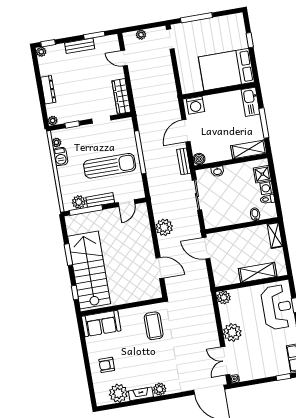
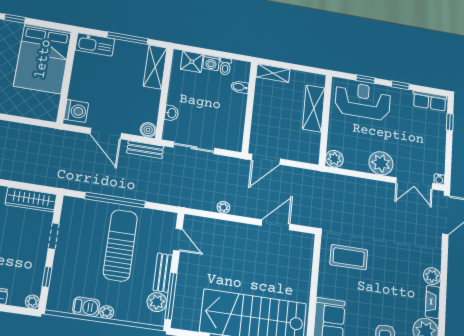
plant: (56, 142) -> (107, 312), moved
plant: (164, 227) -> (223, 207), width x0.53, depth x0.53

